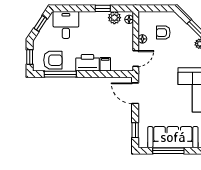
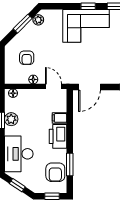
plant: (114, 18) -> (11, 119), moved
desk: (66, 25) -> (19, 154), width x1.37
armchair: (53, 60) -> (55, 172), turned 180
window: (60, 74) -> (70, 165), width x0.69

